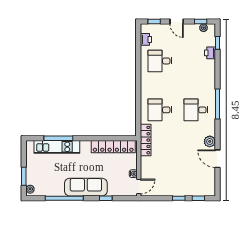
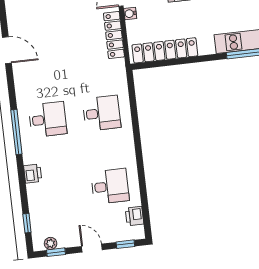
printer: (210, 53) -> (33, 173), moved
locker: (146, 140) -> (114, 35), moved
plant: (210, 141) -> (22, 75), removed

